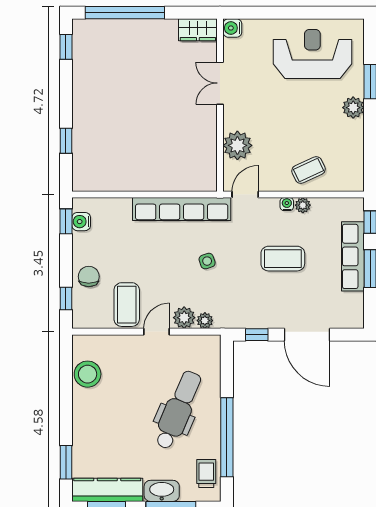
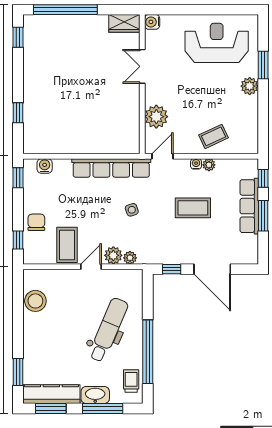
water cooler: (81, 222) -> (45, 166), moved, turned 90

